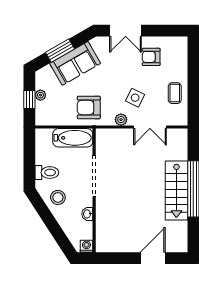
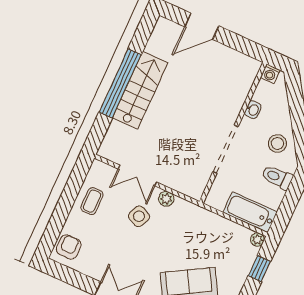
armchair: (151, 57) -> (69, 247), moved, turned -90
plant: (40, 95) -> (257, 240), moved
armchair: (89, 107) -> (196, 229), removed
double door: (150, 127) -> (137, 175), swing flipped
bathtub: (73, 138) -> (250, 212), moved

